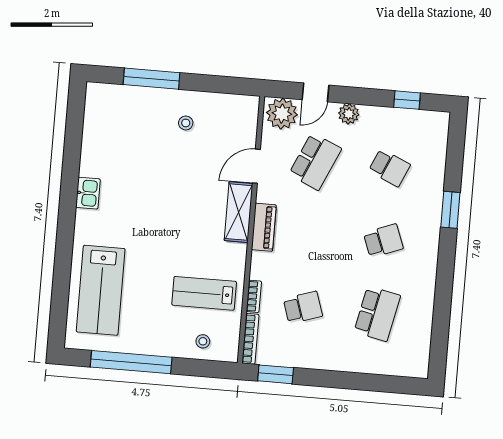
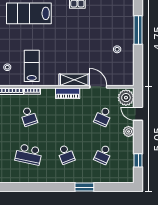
school desk: (315, 161) -> (103, 116), width x0.54

